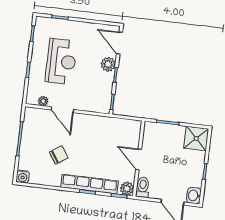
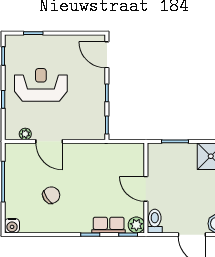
reception desk: (61, 62) -> (41, 85), turned -90
plant: (108, 64) -> (97, 81), removed
row of seats: (89, 184) -> (109, 225), width x0.50

